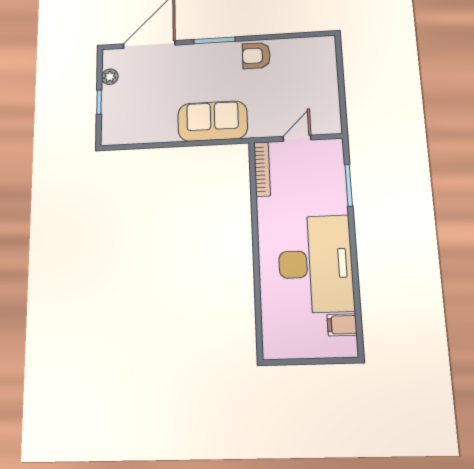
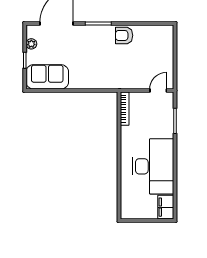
sofa: (213, 121) -> (47, 77), moved
door: (297, 138) -> (158, 91), moved
filing cabinet: (342, 325) -> (166, 207), width x2.00

